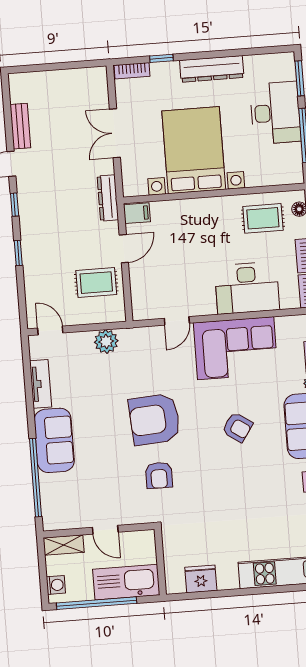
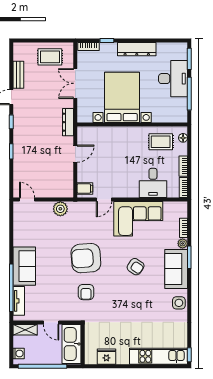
filing cabinet: (137, 213) -> (85, 189), moved
rug: (96, 283) -> (50, 57), moved
desk: (247, 288) -> (153, 183), width x0.73
tv unit: (41, 384) -> (19, 301), moved
kitchen sink: (126, 582) -> (71, 344), moved, turned -90

